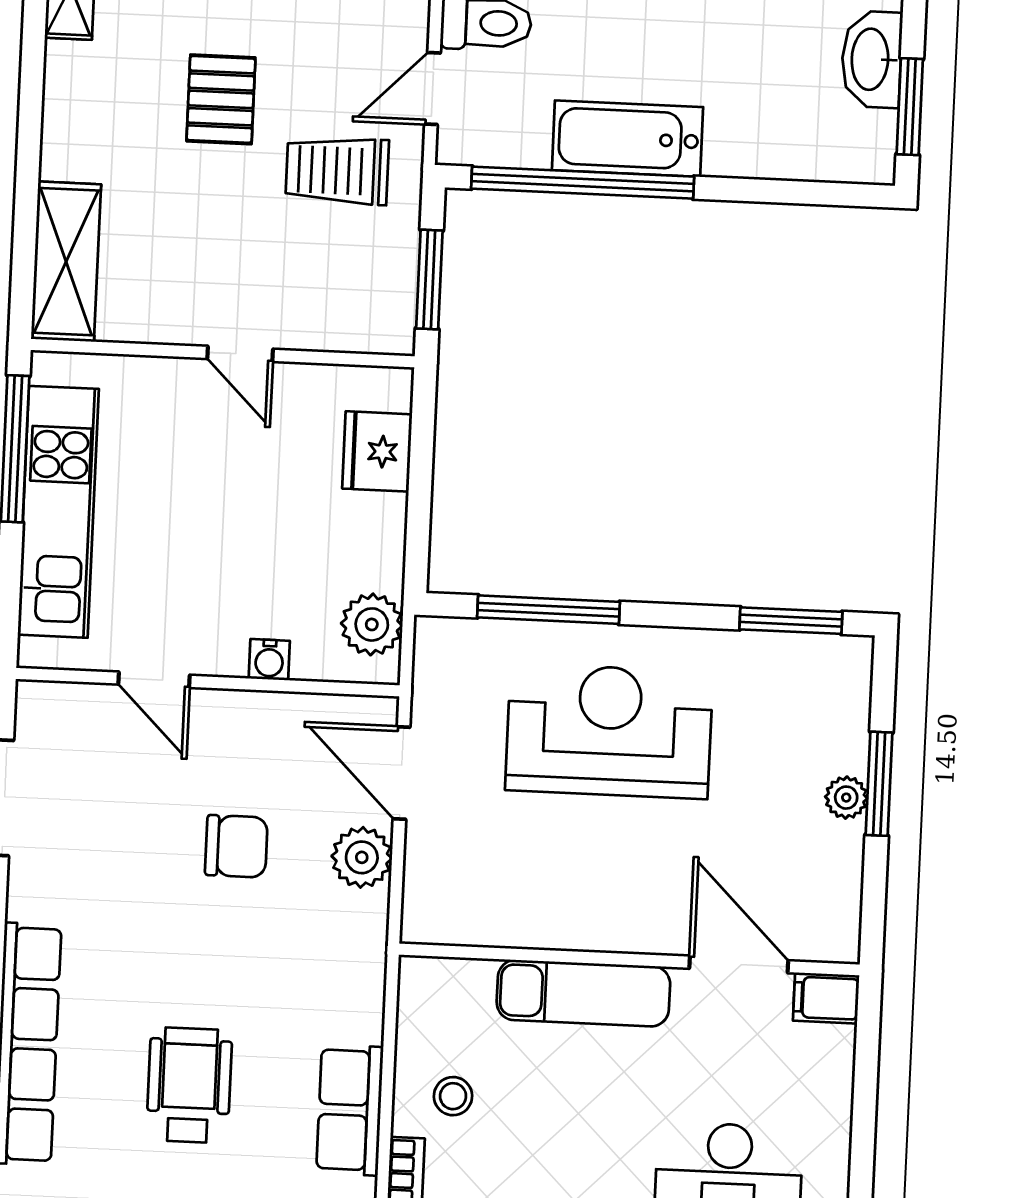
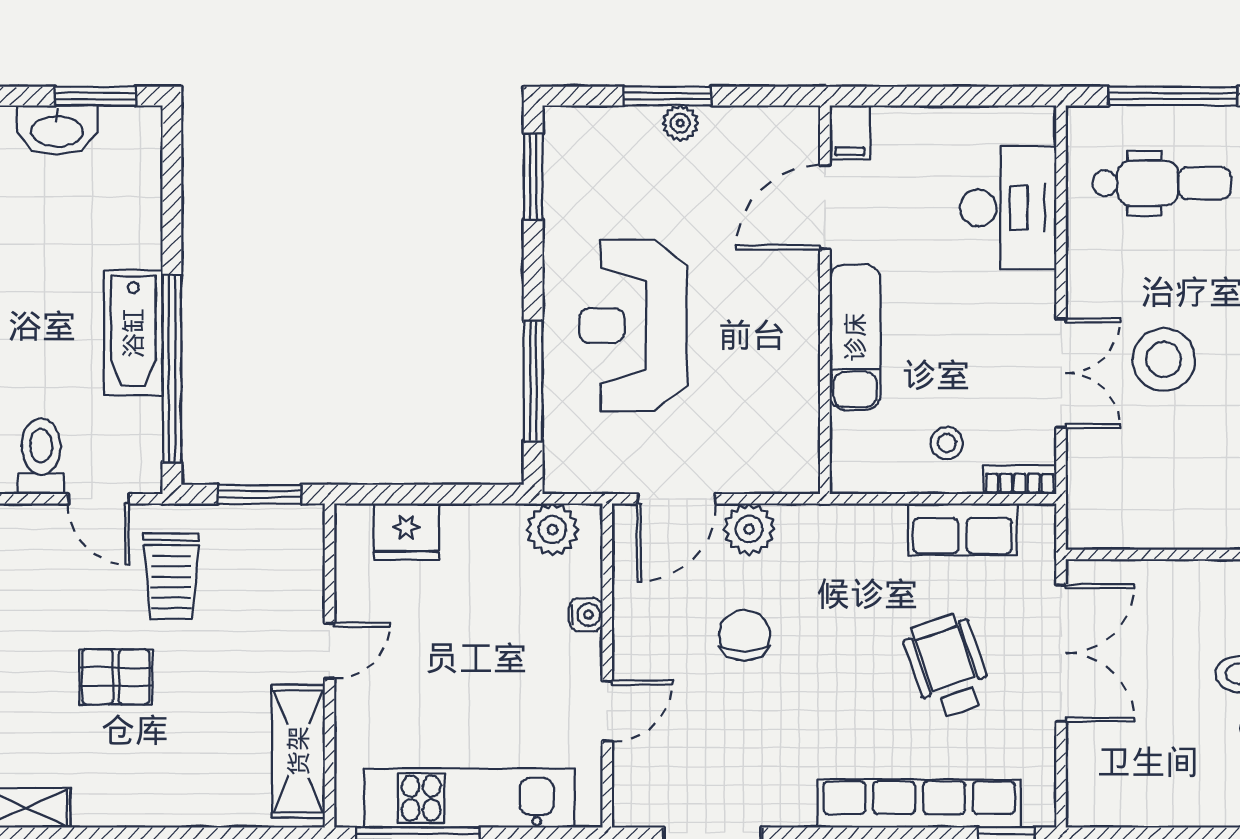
shelving: (66, 262) -> (298, 751), moved, turned 90
wheelchair: (189, 1085) -> (948, 666), turned 71

